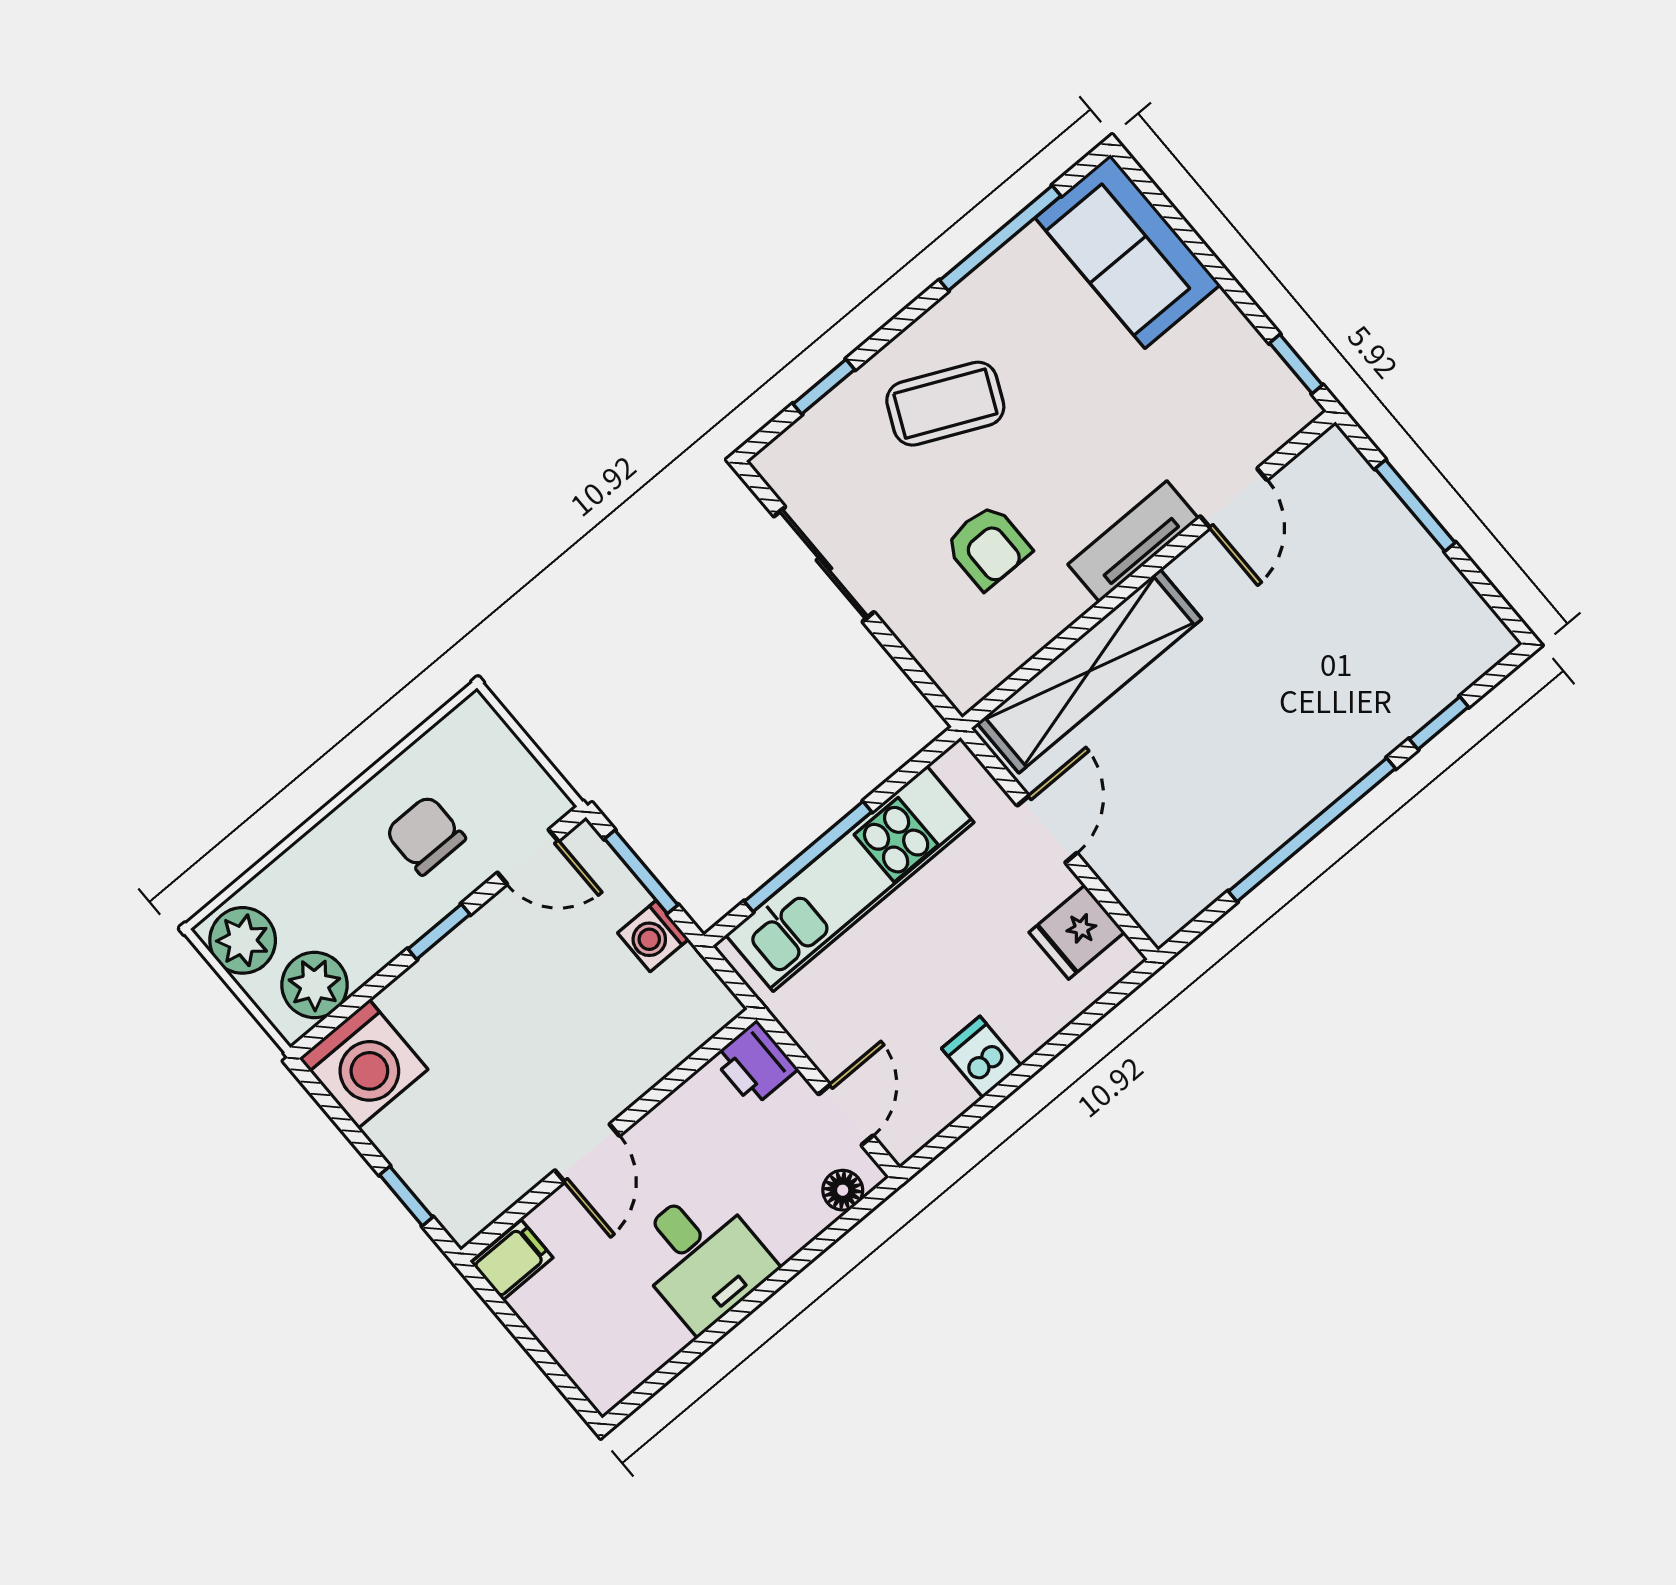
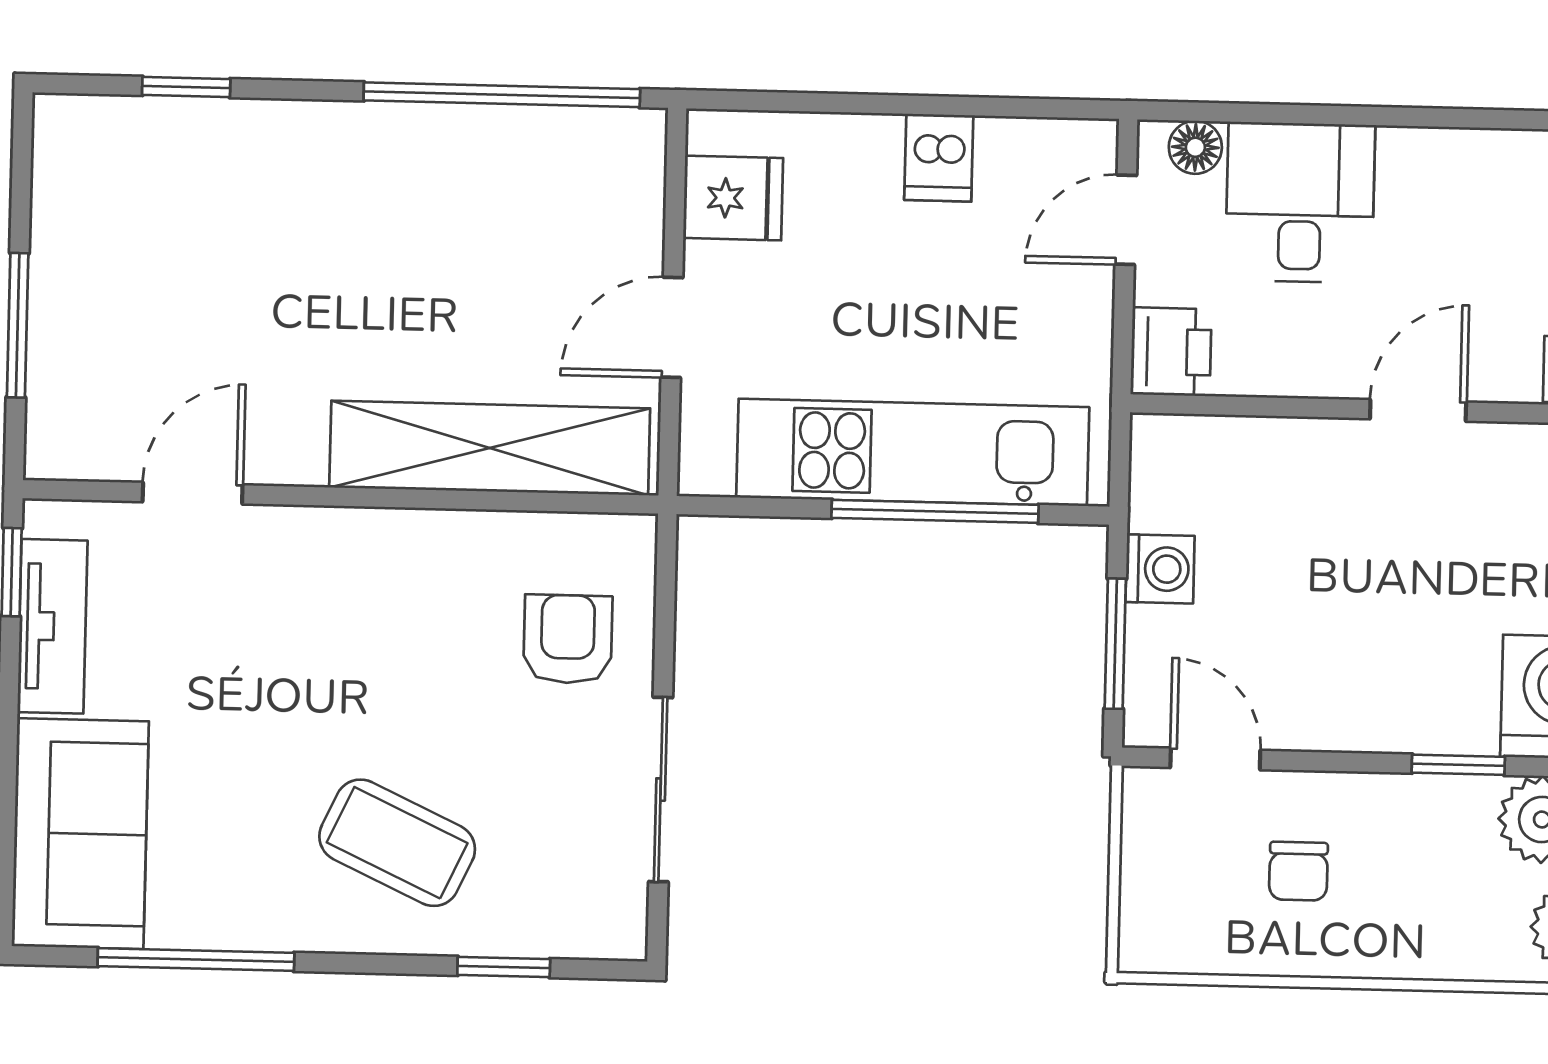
tv unit: (1133, 541) -> (52, 626), moved, turned -90
armchair: (988, 547) -> (568, 639), moved
window: (1312, 830) -> (502, 95), moved
chair: (425, 835) -> (1298, 871), width x0.73, depth x0.73
window: (439, 932) -> (1458, 765), moved
desk: (701, 1258) -> (1300, 202), moved

